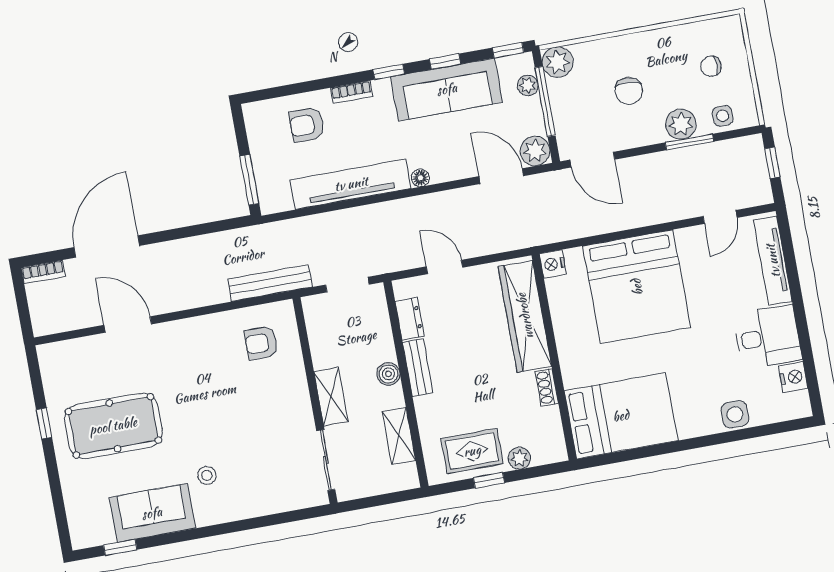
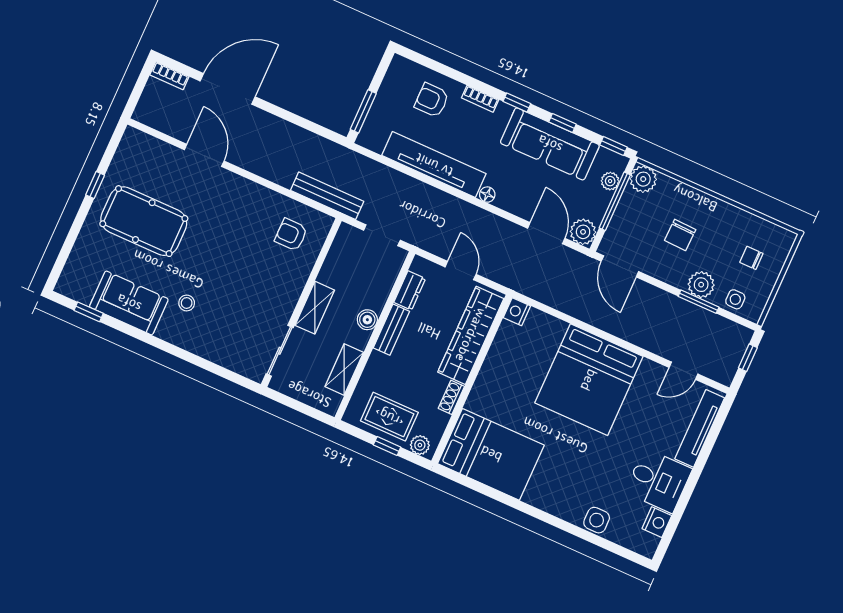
nightstand: (553, 264) -> (517, 312), moved
wardrobe: (525, 316) -> (471, 335), moved
wall: (554, 357) -> (472, 379), moved
shoe rack: (547, 387) -> (451, 397), moved
bed: (621, 416) -> (491, 454), moved

